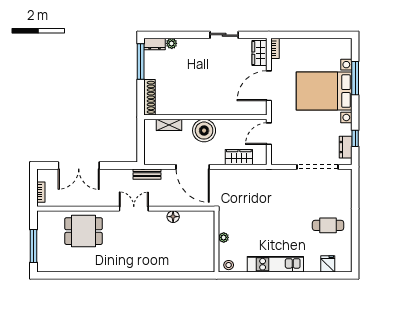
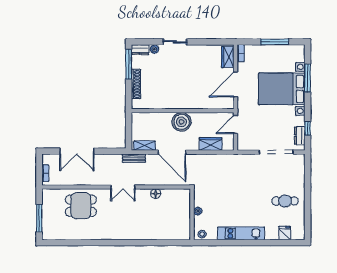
sliding door: (224, 35) -> (175, 42), moved
window: (316, 35) -> (275, 42), added
shoe rack: (149, 97) -> (136, 84), moved
shelving: (169, 125) -> (145, 146), moved
double door: (134, 209) -> (123, 187), swing flipped

